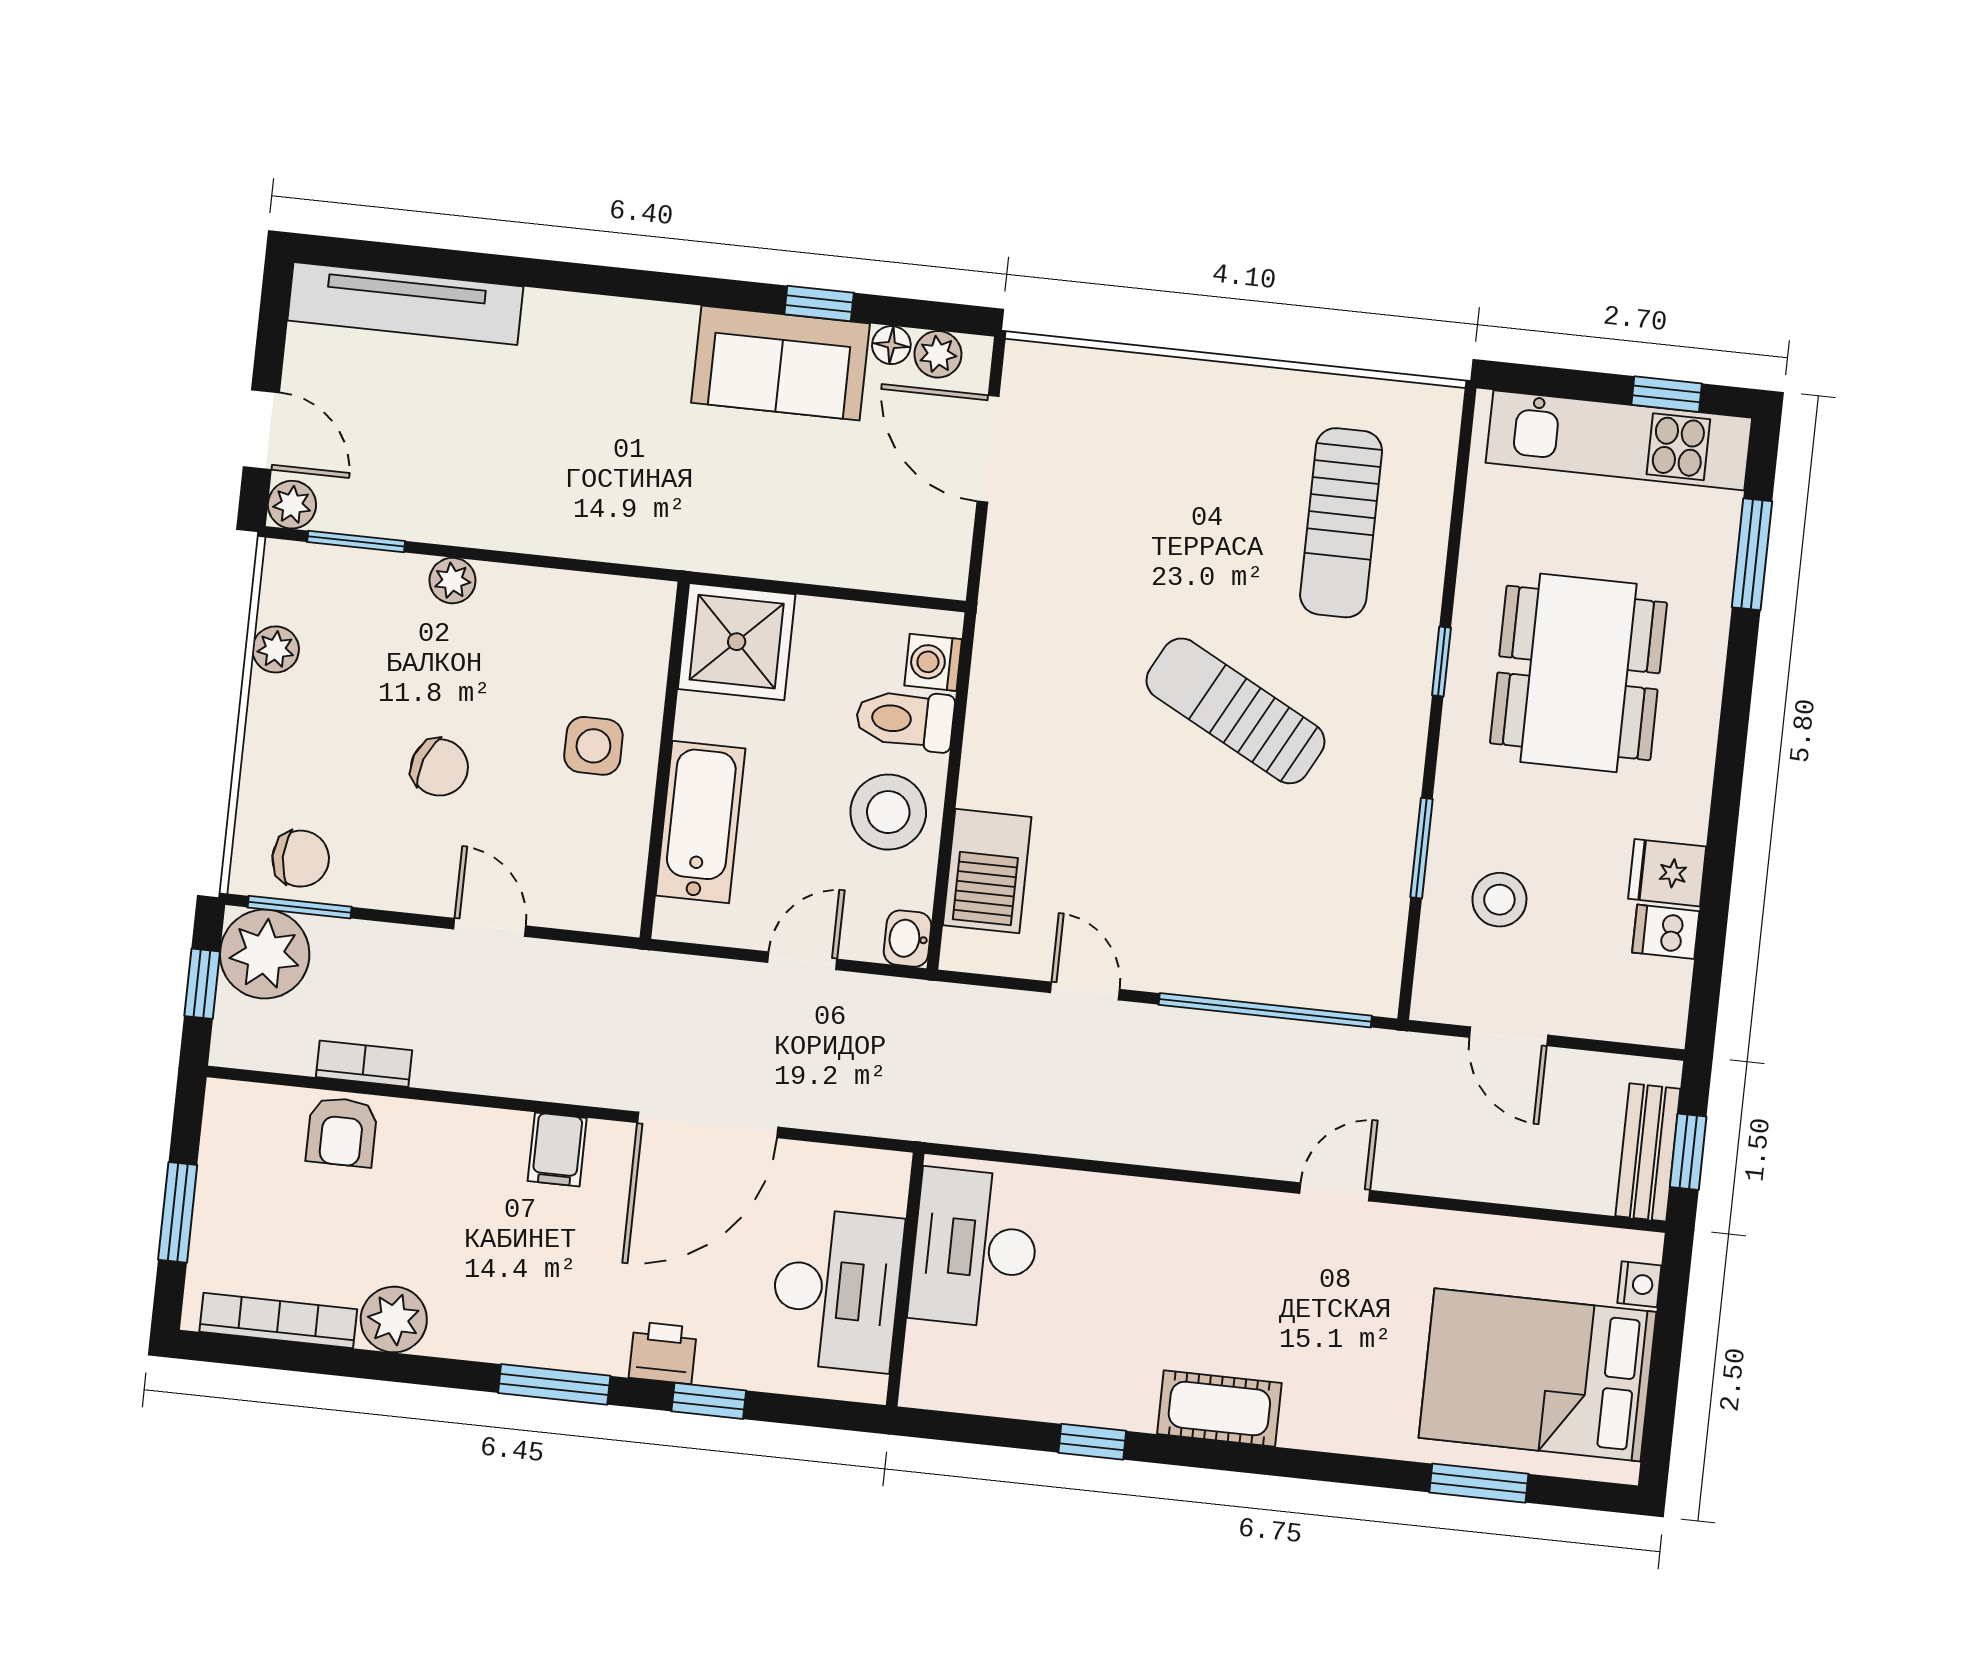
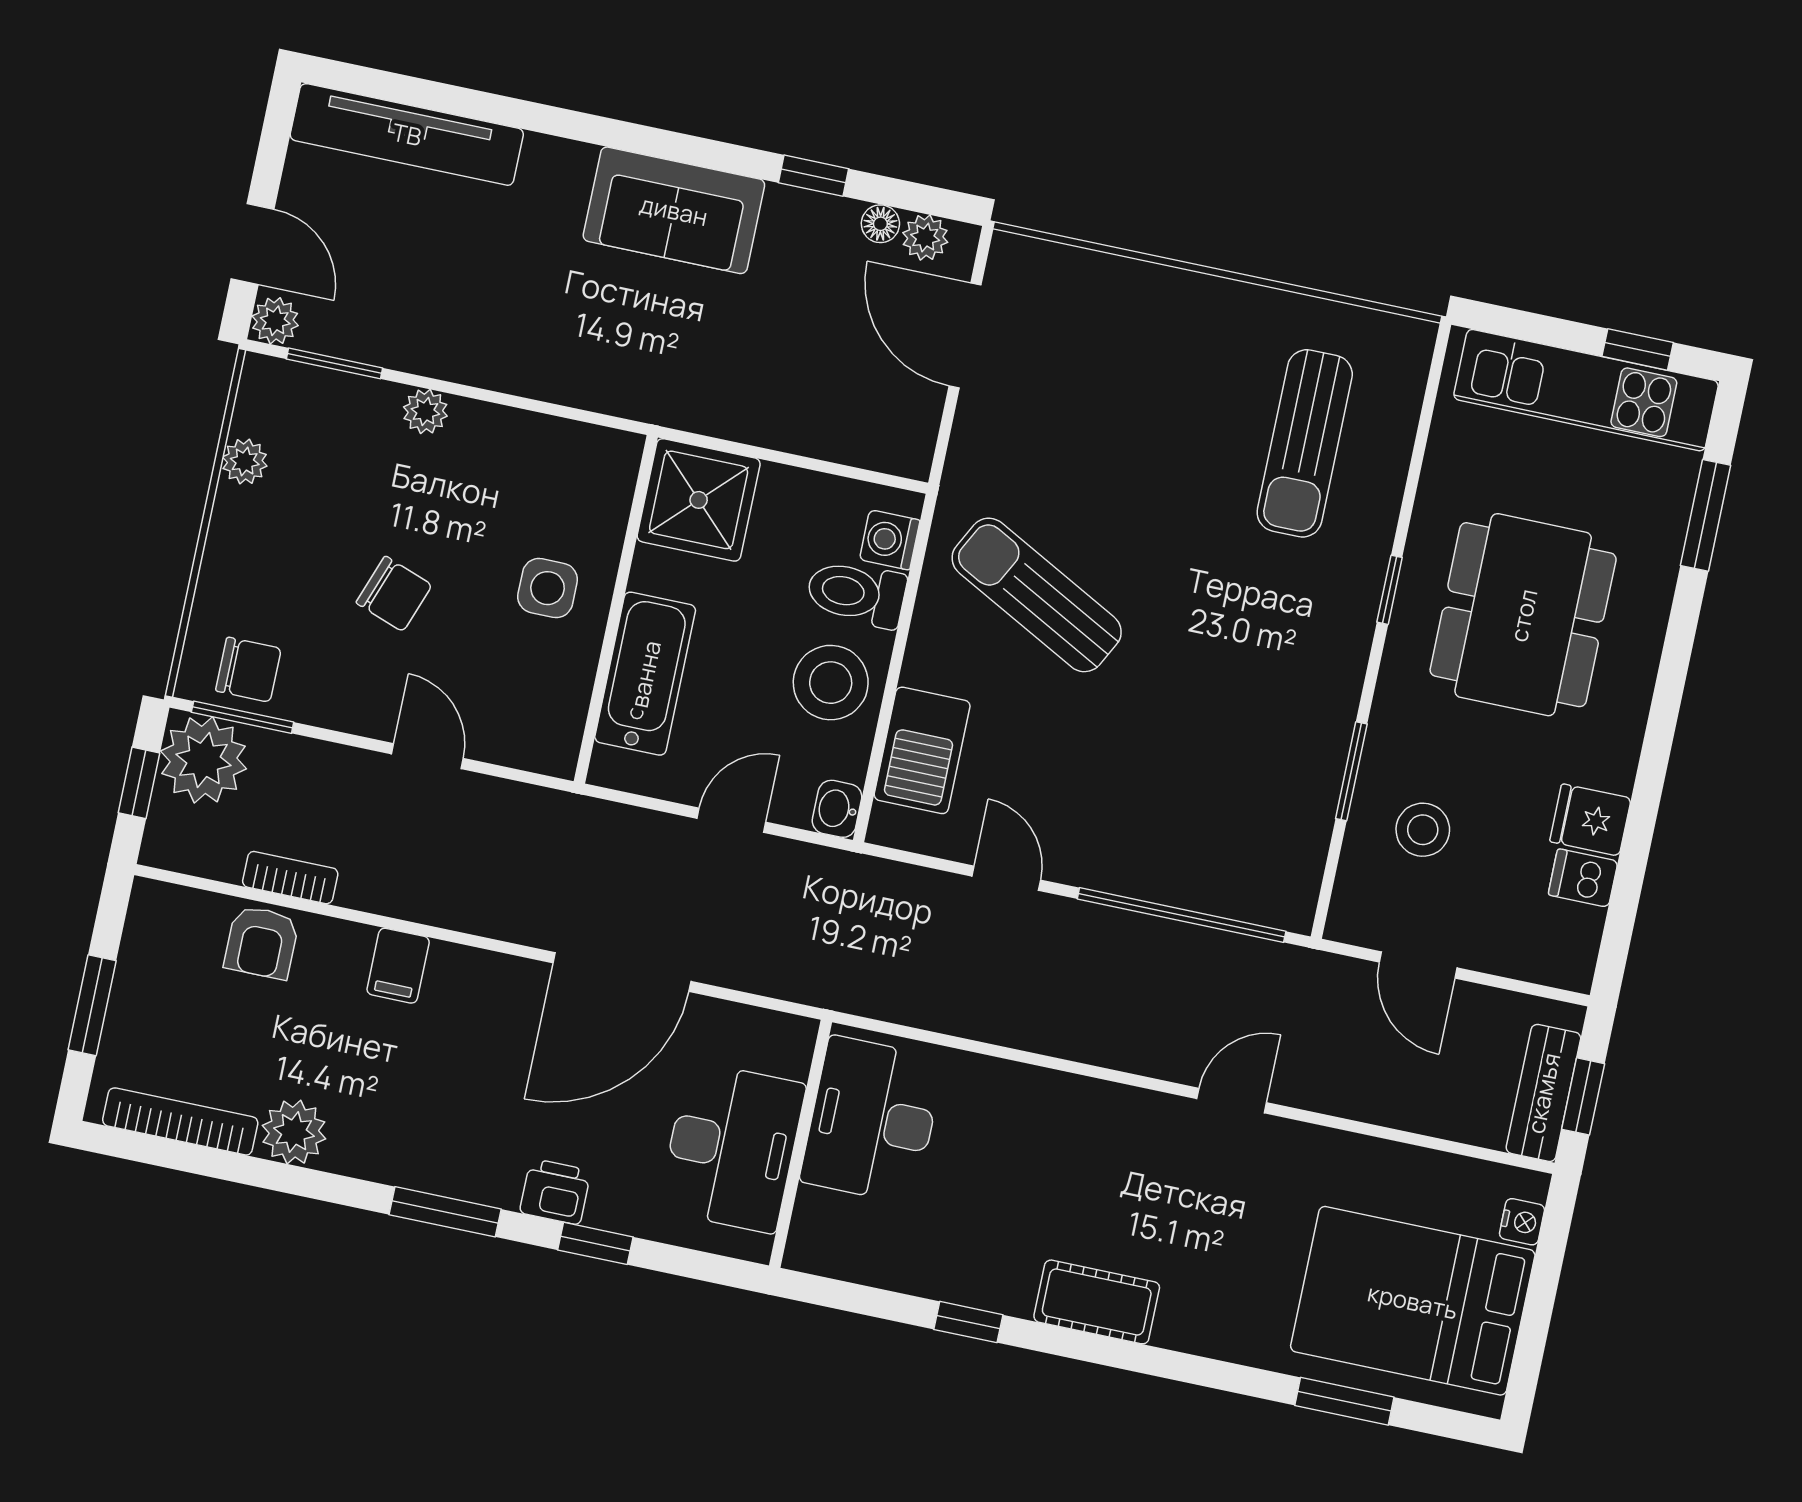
sofa: (780, 363) -> (674, 210), moved
sun lounger: (1235, 711) -> (1037, 595), moved
filing cabinet: (557, 1149) -> (398, 966), moved

